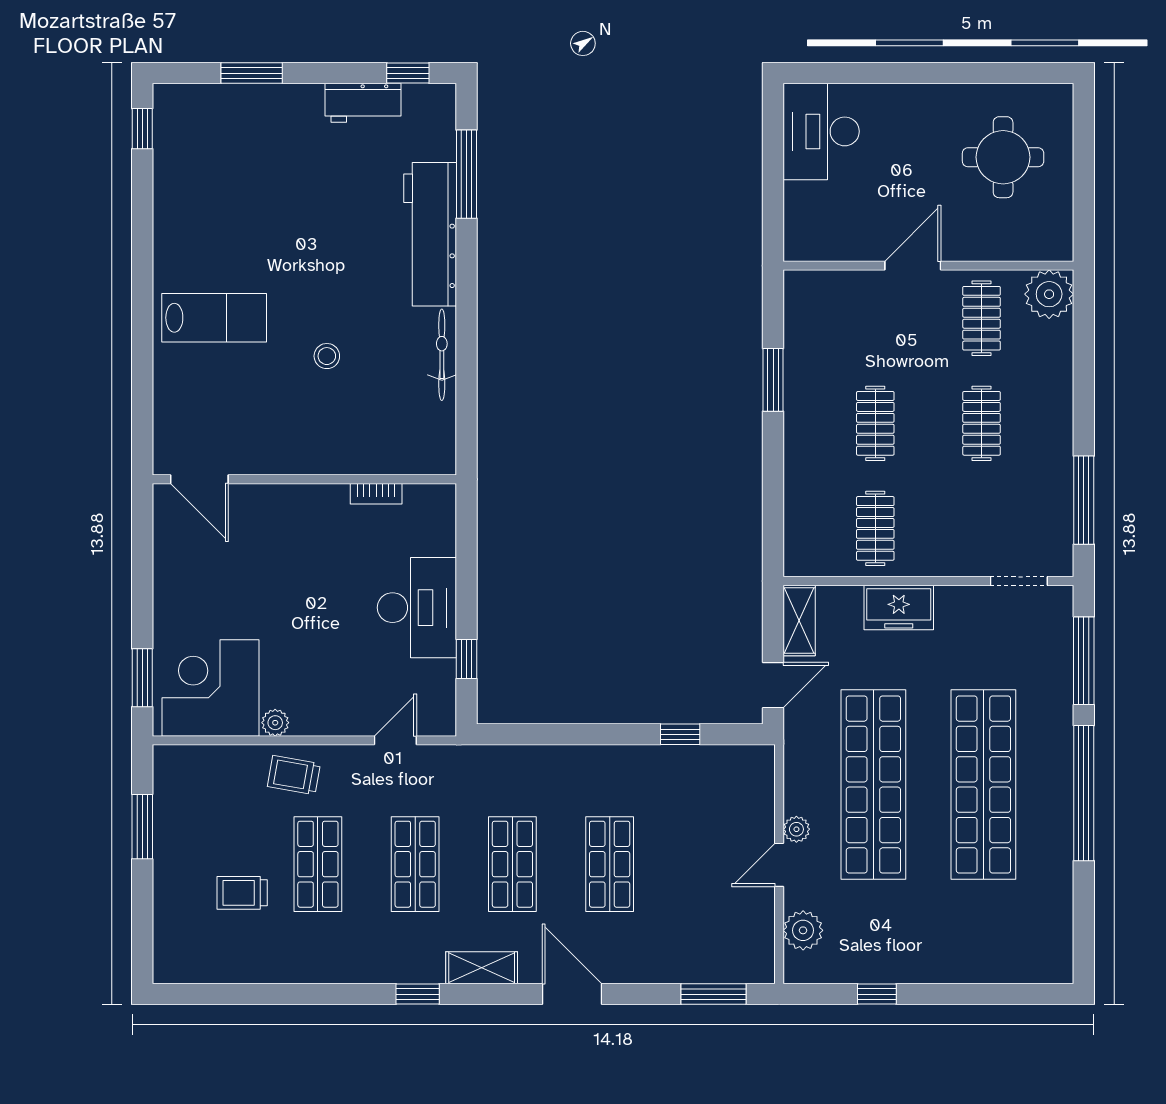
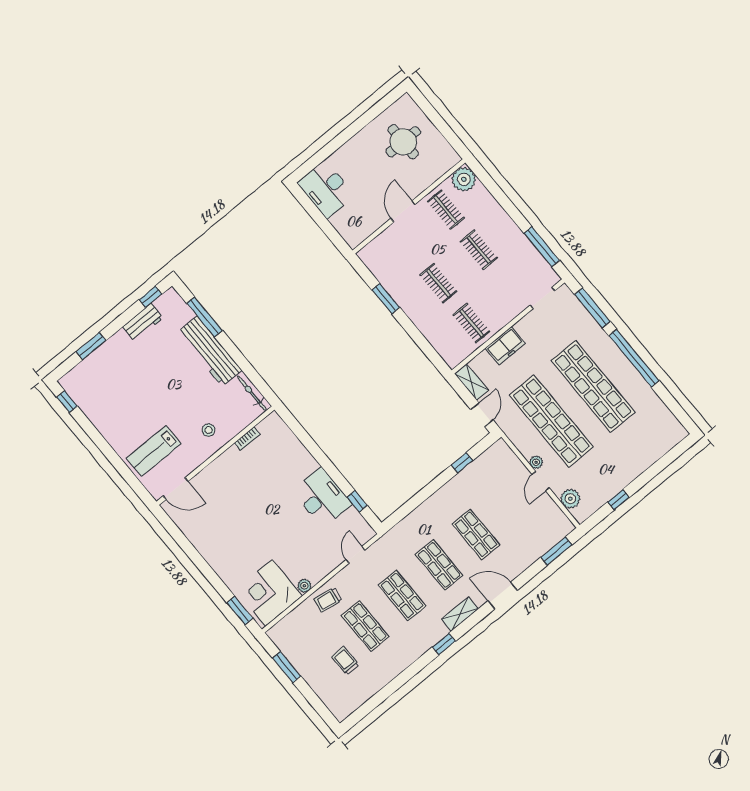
lab bench: (214, 318) -> (154, 451), turned 180
door: (199, 479) -> (176, 489), moved
wall: (304, 479) -> (215, 456), moved
bookcase: (376, 494) -> (247, 439), moved
trolley: (242, 893) -> (345, 661), turned 89

